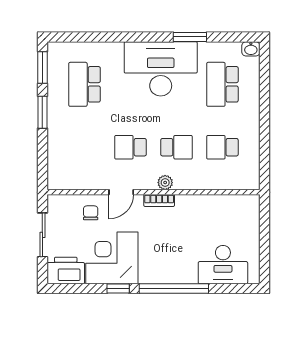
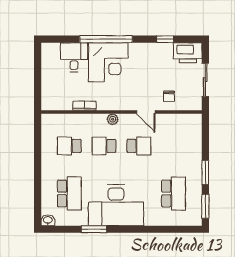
school desk: (222, 147) -> (69, 146), turned 180
door: (121, 192) -> (146, 112), swing flipped
bookcase: (159, 200) -> (84, 106), moved
corner desk: (112, 258) -> (108, 62), moved
desk: (223, 265) -> (74, 57), width x0.73
window: (118, 288) -> (165, 39), moved

